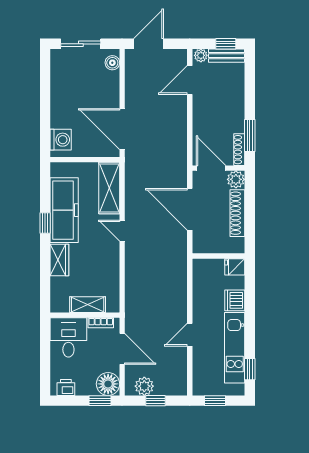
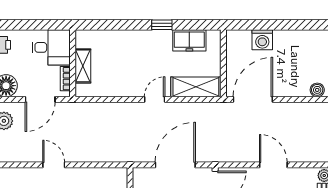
door: (190, 80) -> (273, 165), moved
washing machine: (61, 140) -> (262, 40), moved
freezer: (64, 210) -> (189, 40), width x0.52, depth x0.79
wardrobe: (59, 260) -> (126, 39), removed

